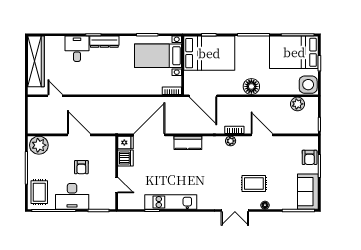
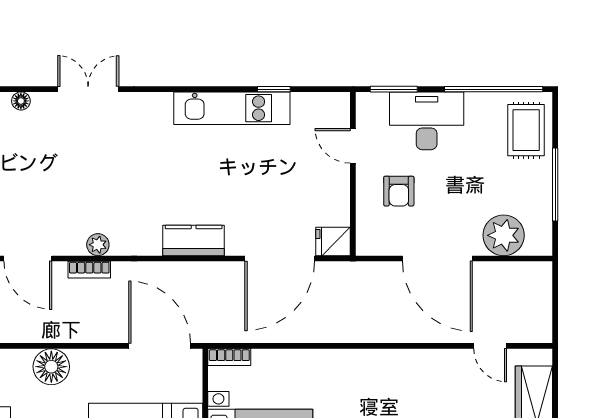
door: (79, 135) -> (437, 258), width x1.36
plant: (39, 145) -> (504, 235), moved
dishwasher: (126, 158) -> (333, 207), removed
armchair: (81, 167) -> (399, 191), moved, turned 180
rug: (254, 184) -> (46, 149), removed
desk: (72, 196) -> (427, 121), moved

